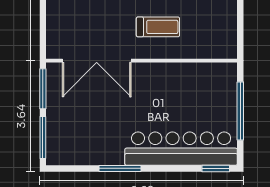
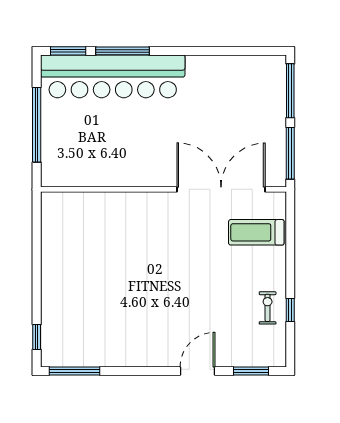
treadmill: (158, 27) -> (256, 232), moved
window: (120, 168) -> (123, 51), moved

